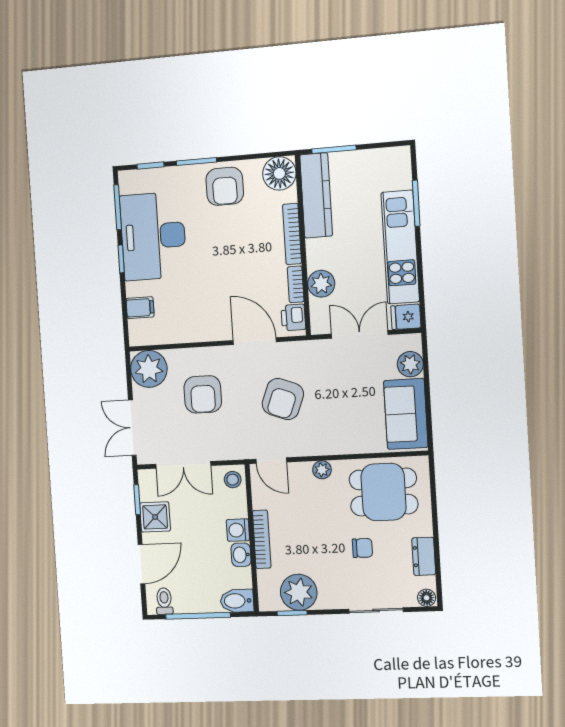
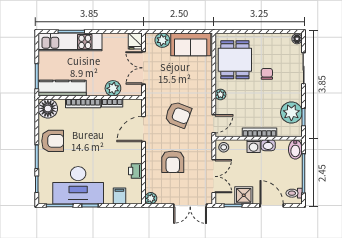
kitchen unit: (400, 247) -> (70, 42), moved
printer: (293, 317) -> (135, 171), moved, turned 90
plant: (149, 369) -> (151, 198), width x0.53, depth x0.53
armchair: (203, 394) -> (173, 162), turned 90
dresser: (424, 556) -> (273, 39), removed

